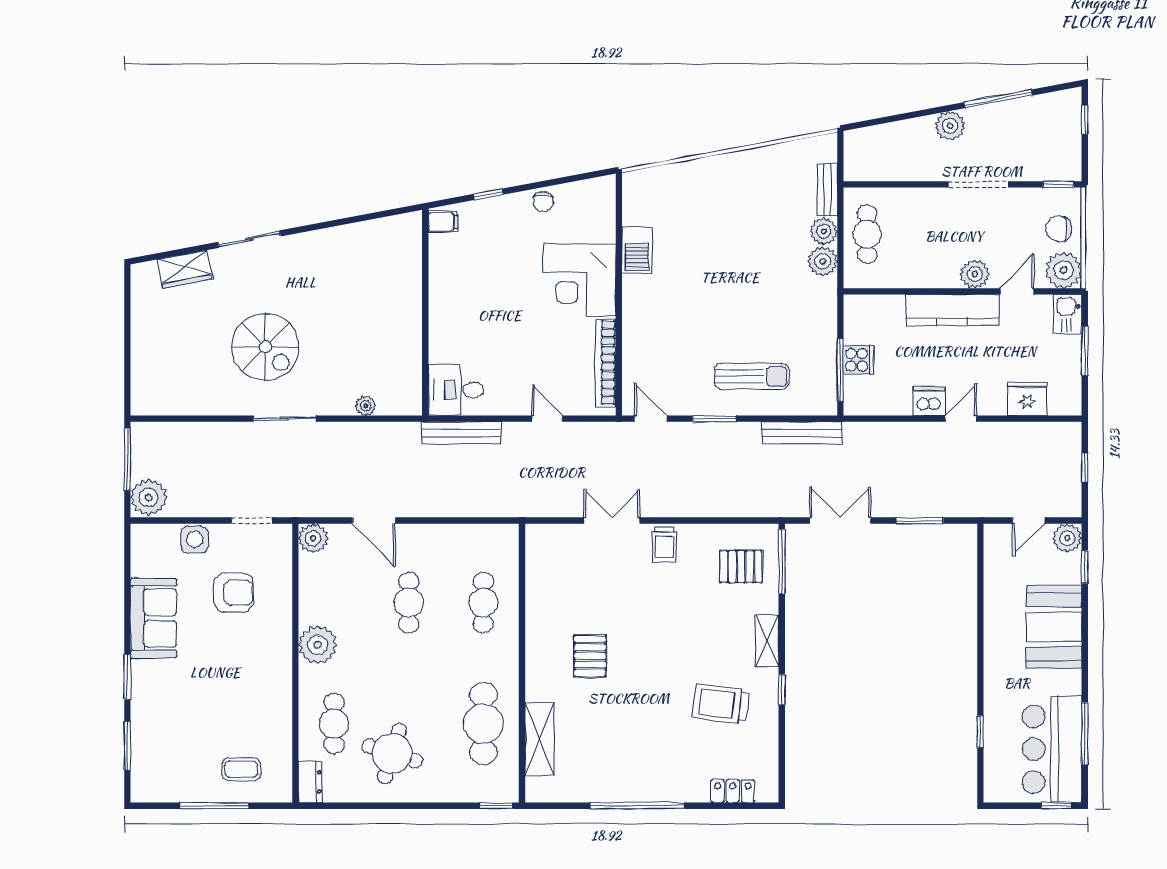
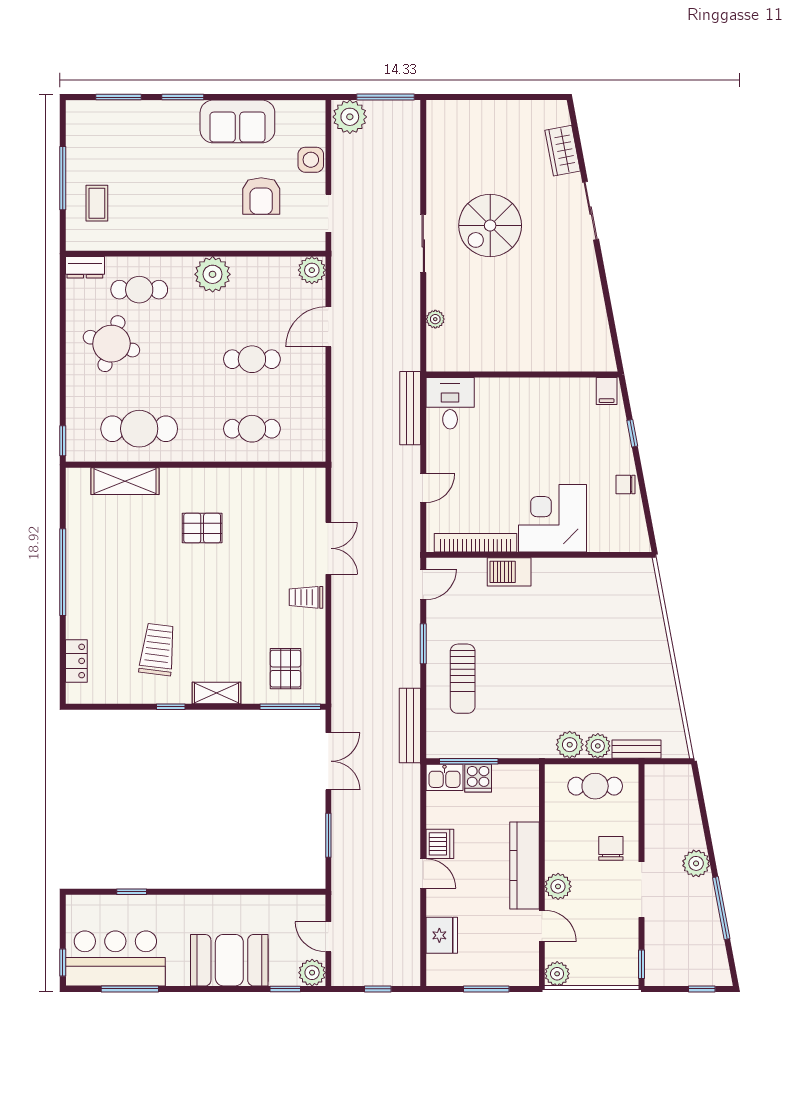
chair: (1059, 229) -> (611, 848), moved
barbecue: (637, 250) -> (509, 572), moved
plant: (1064, 270) -> (557, 974), width x0.73, depth x0.73
kitchen sink: (1067, 314) -> (444, 777), moved, turned 180

